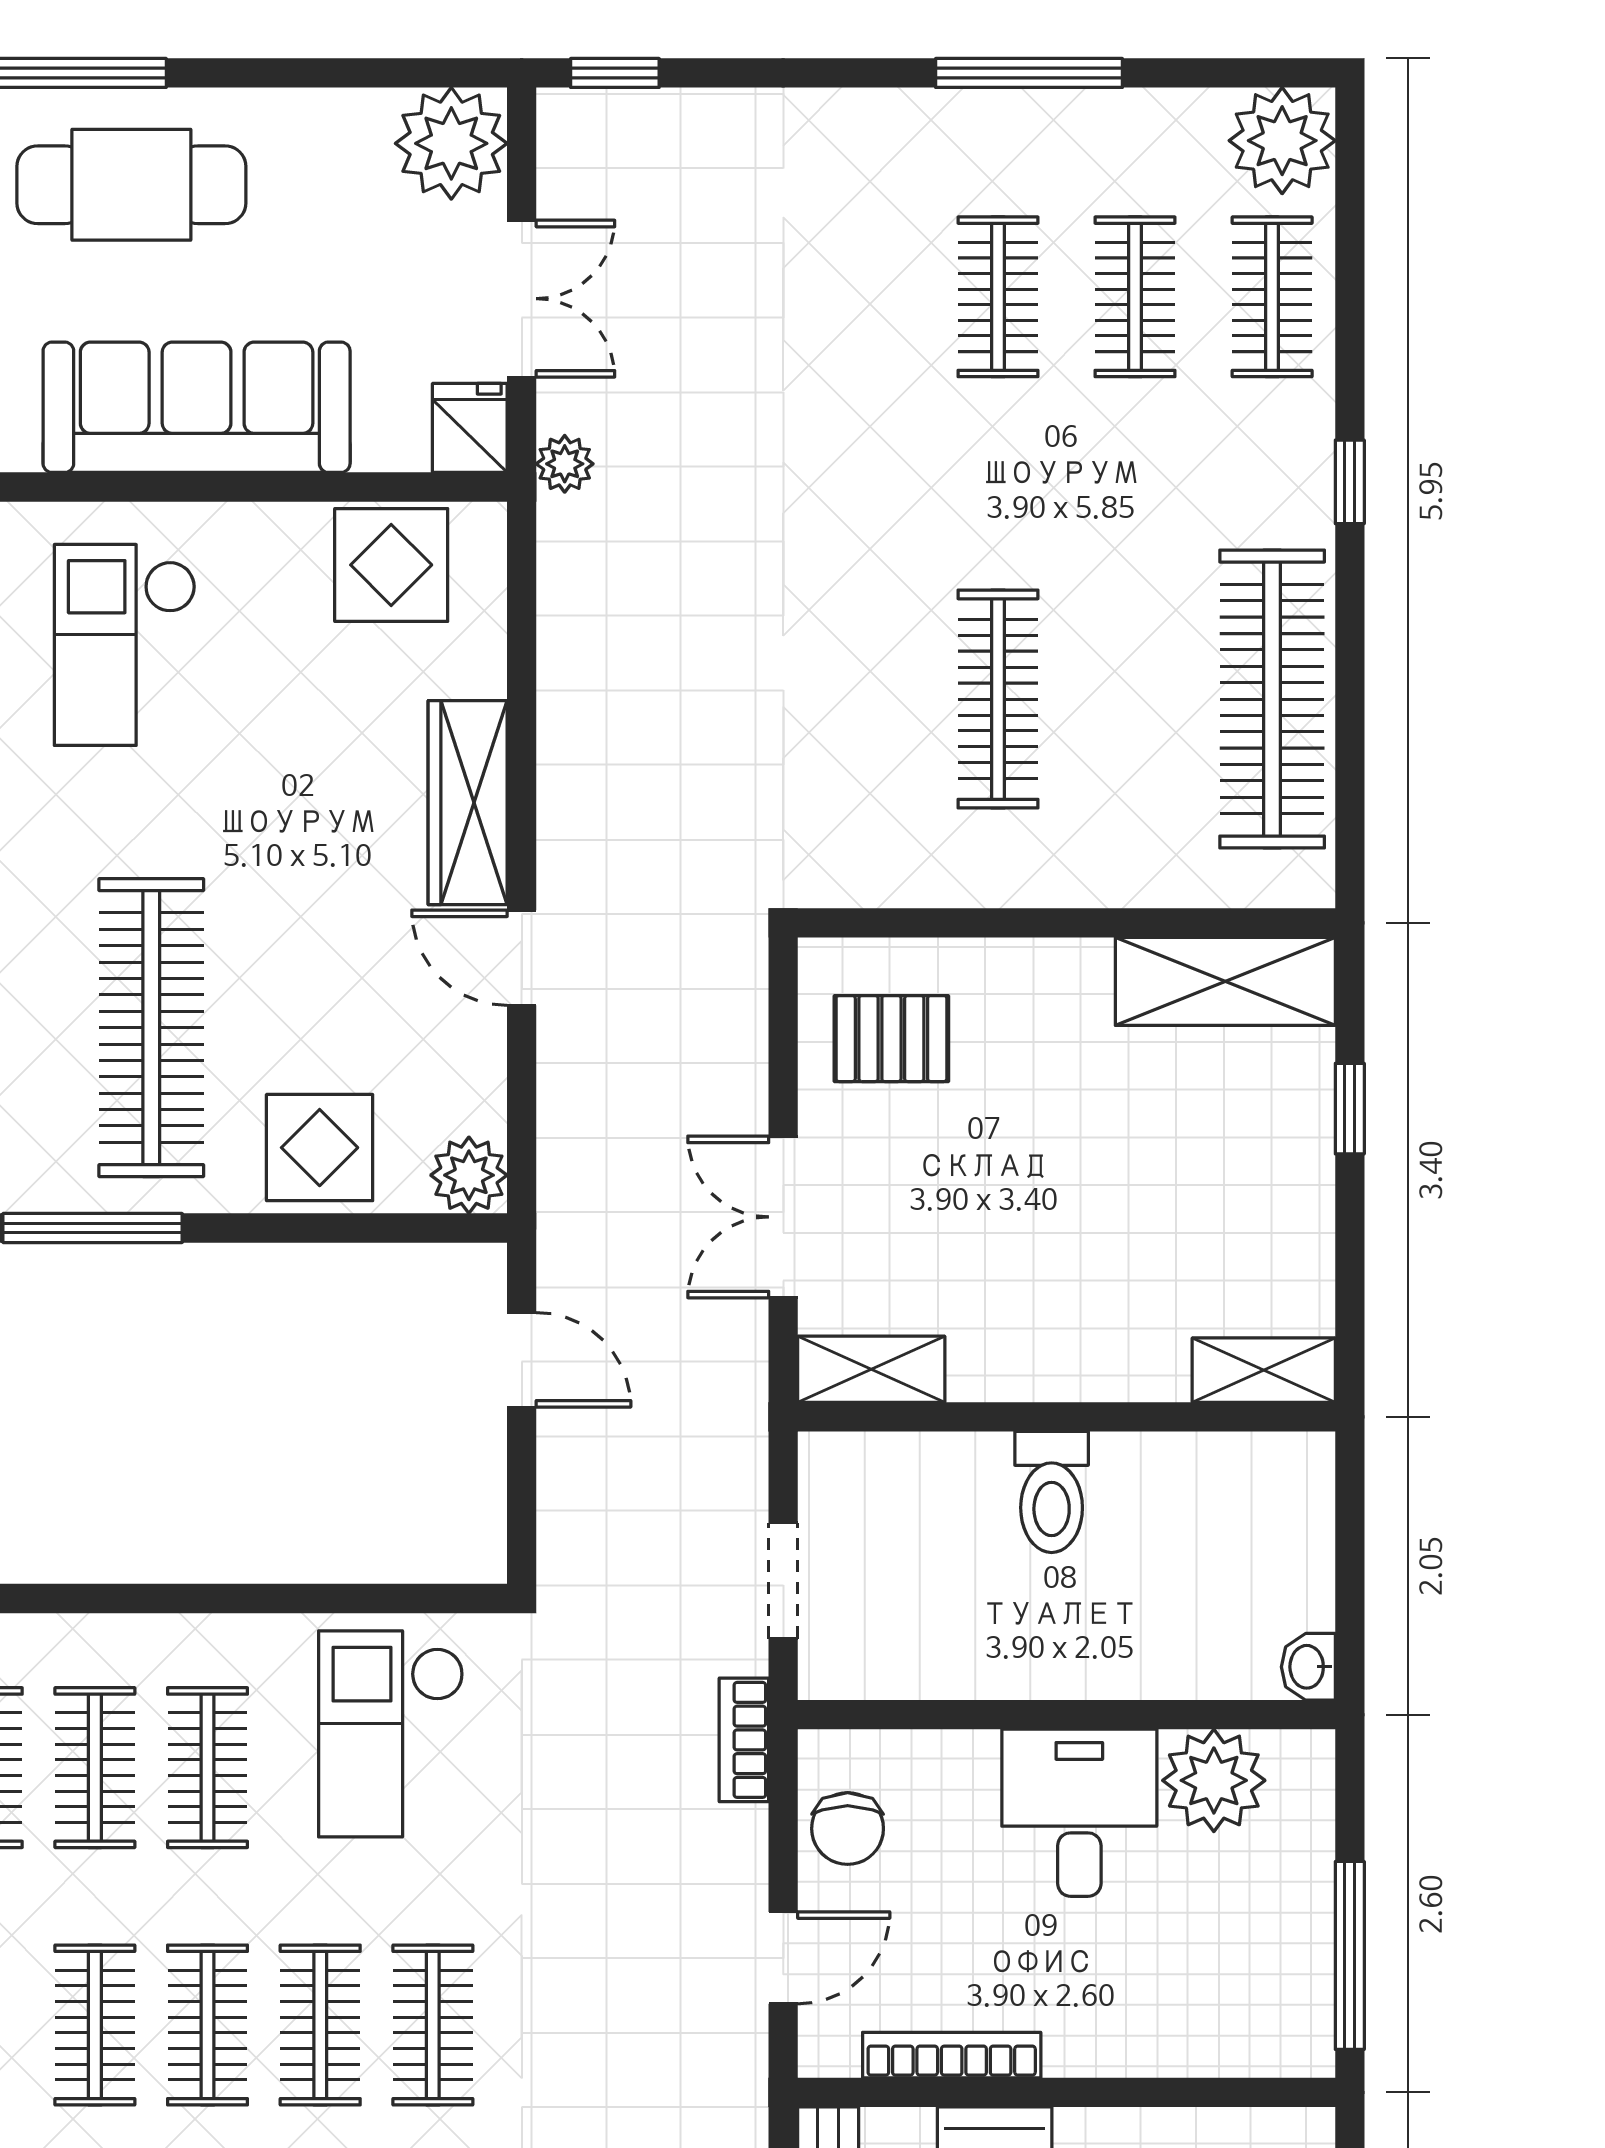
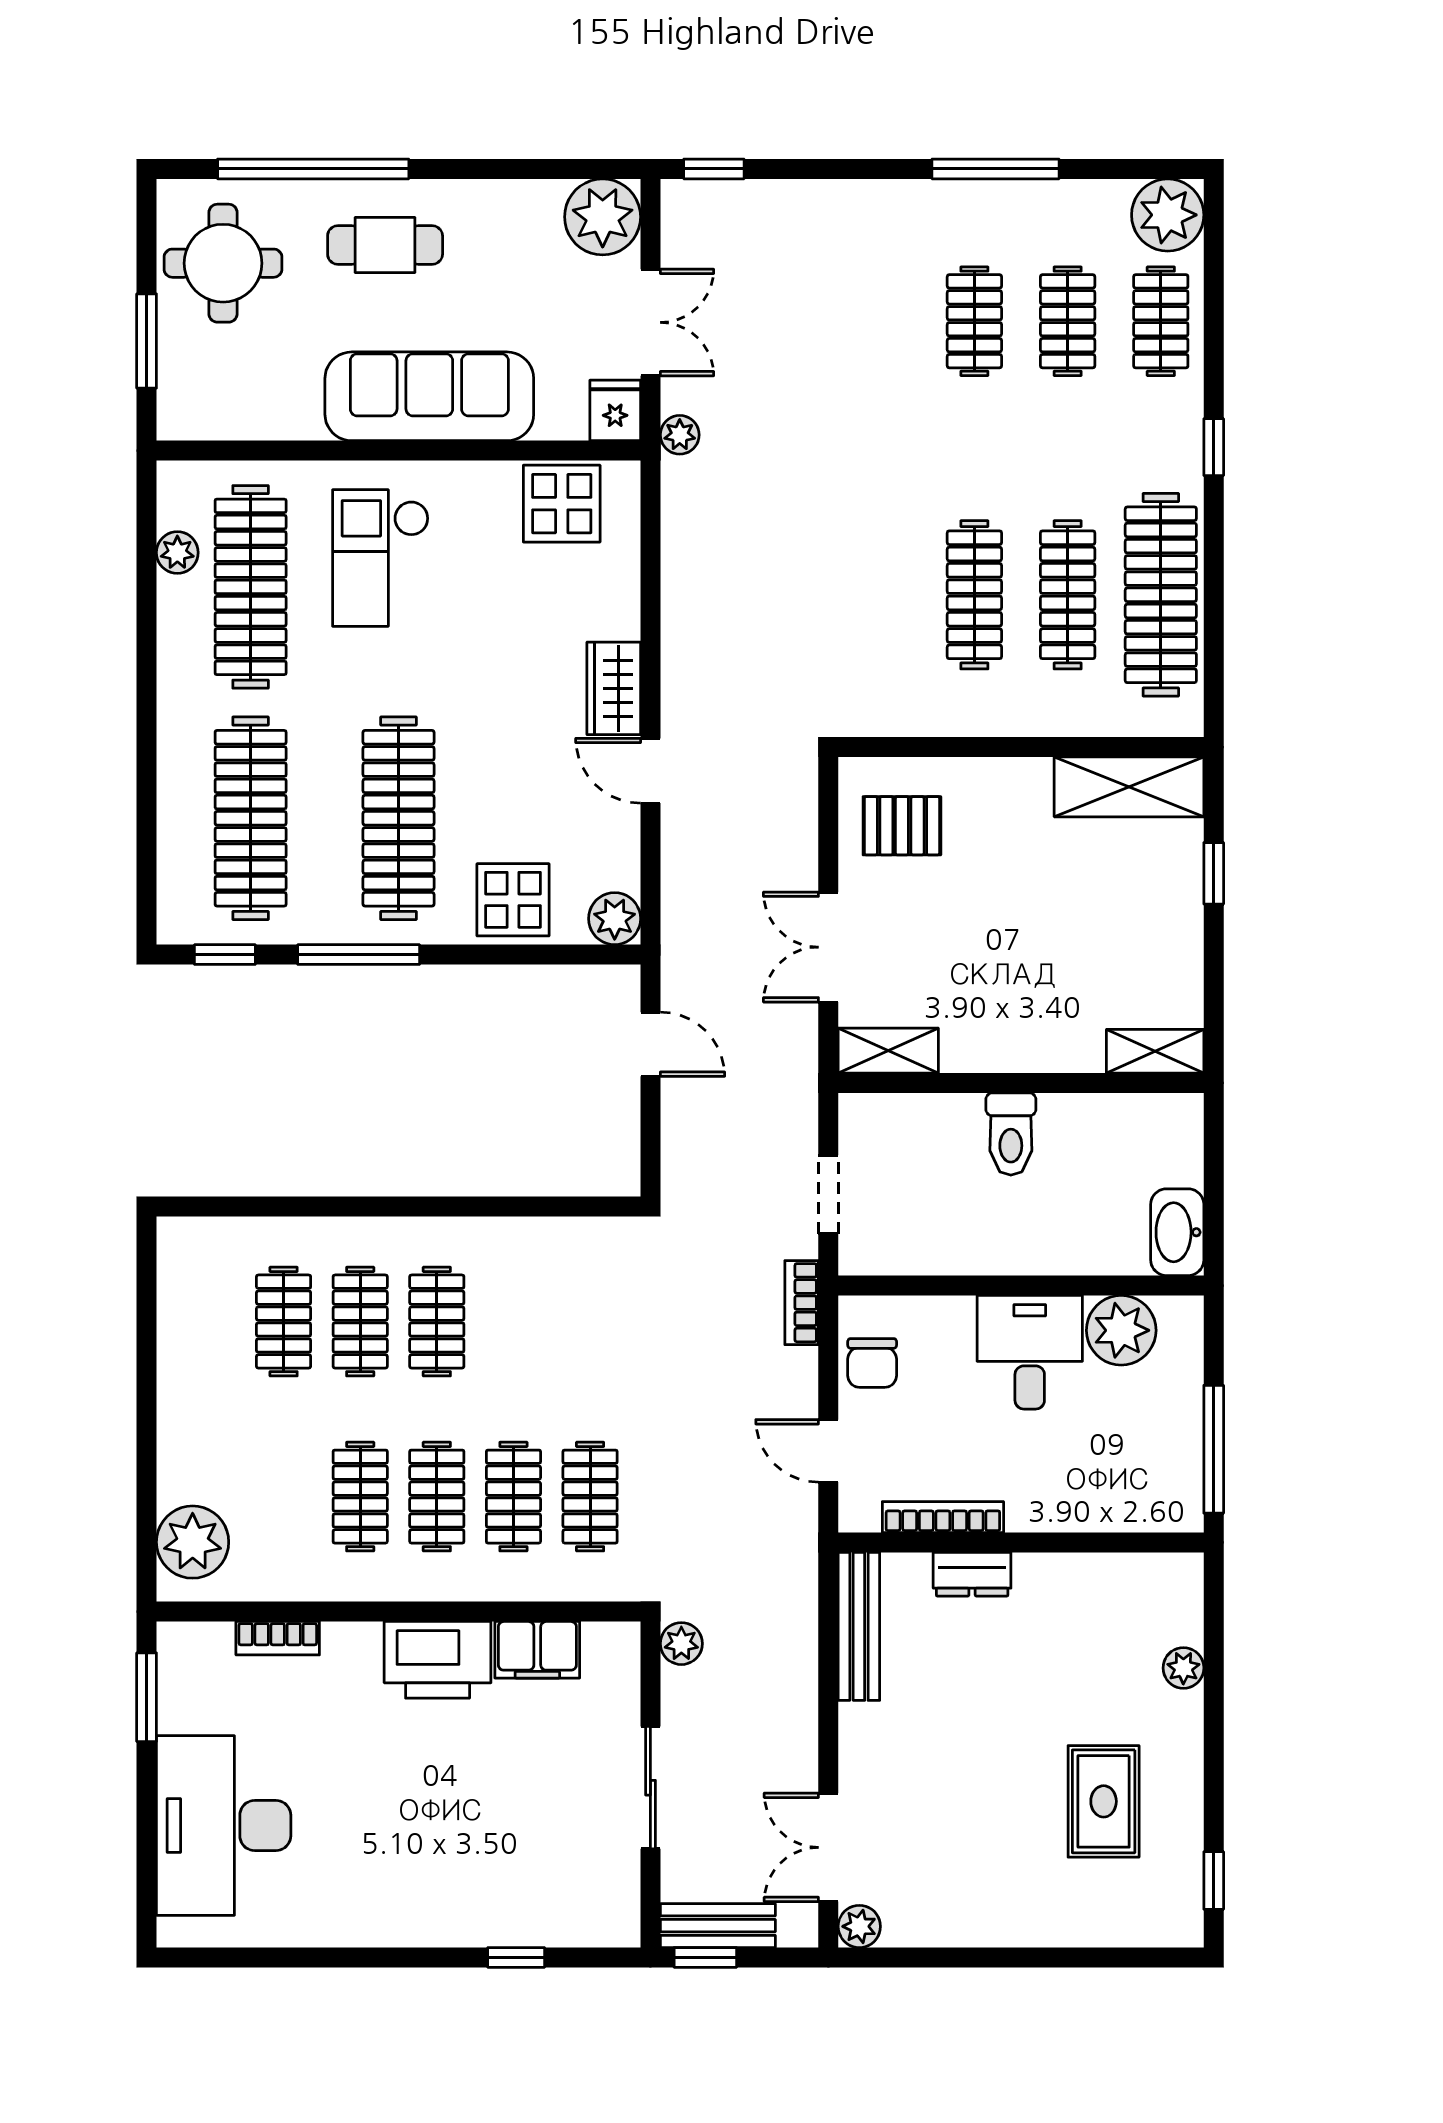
cafe table: (131, 185) -> (385, 245), width x0.73, depth x0.74
clothes rail: (1135, 699) -> (1068, 595), added
wardrobe: (468, 803) -> (614, 688), width x0.67
washbasin: (1308, 1667) -> (1177, 1232), width x1.91, depth x1.45
checkout: (391, 1734) -> (562, 1299), removed
door: (783, 1958) -> (828, 1451), swing flipped

